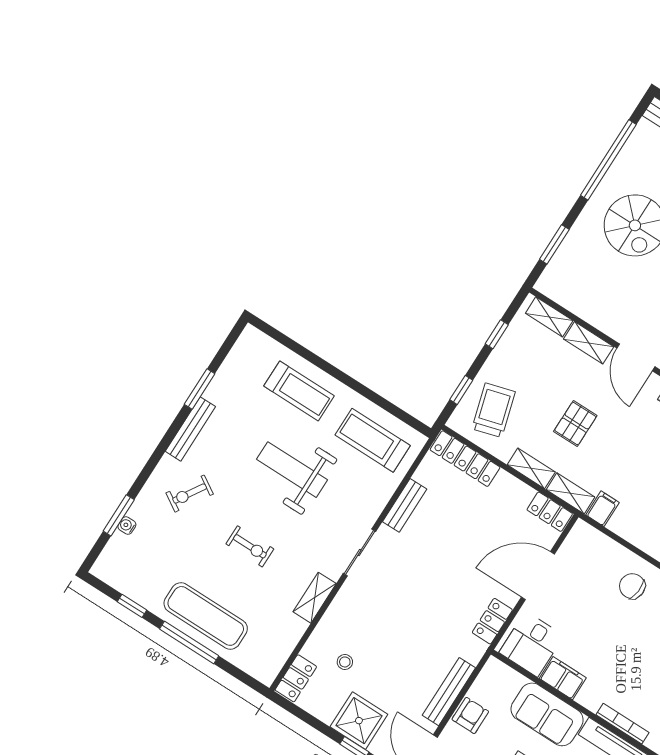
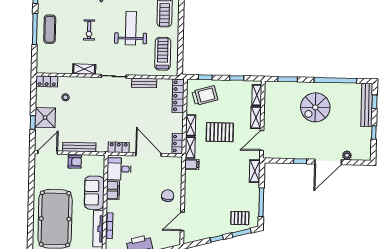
pallet: (575, 424) -> (220, 132), width x1.50, depth x1.42
exercise mat: (206, 616) -> (50, 29), width x0.73, depth x0.69

